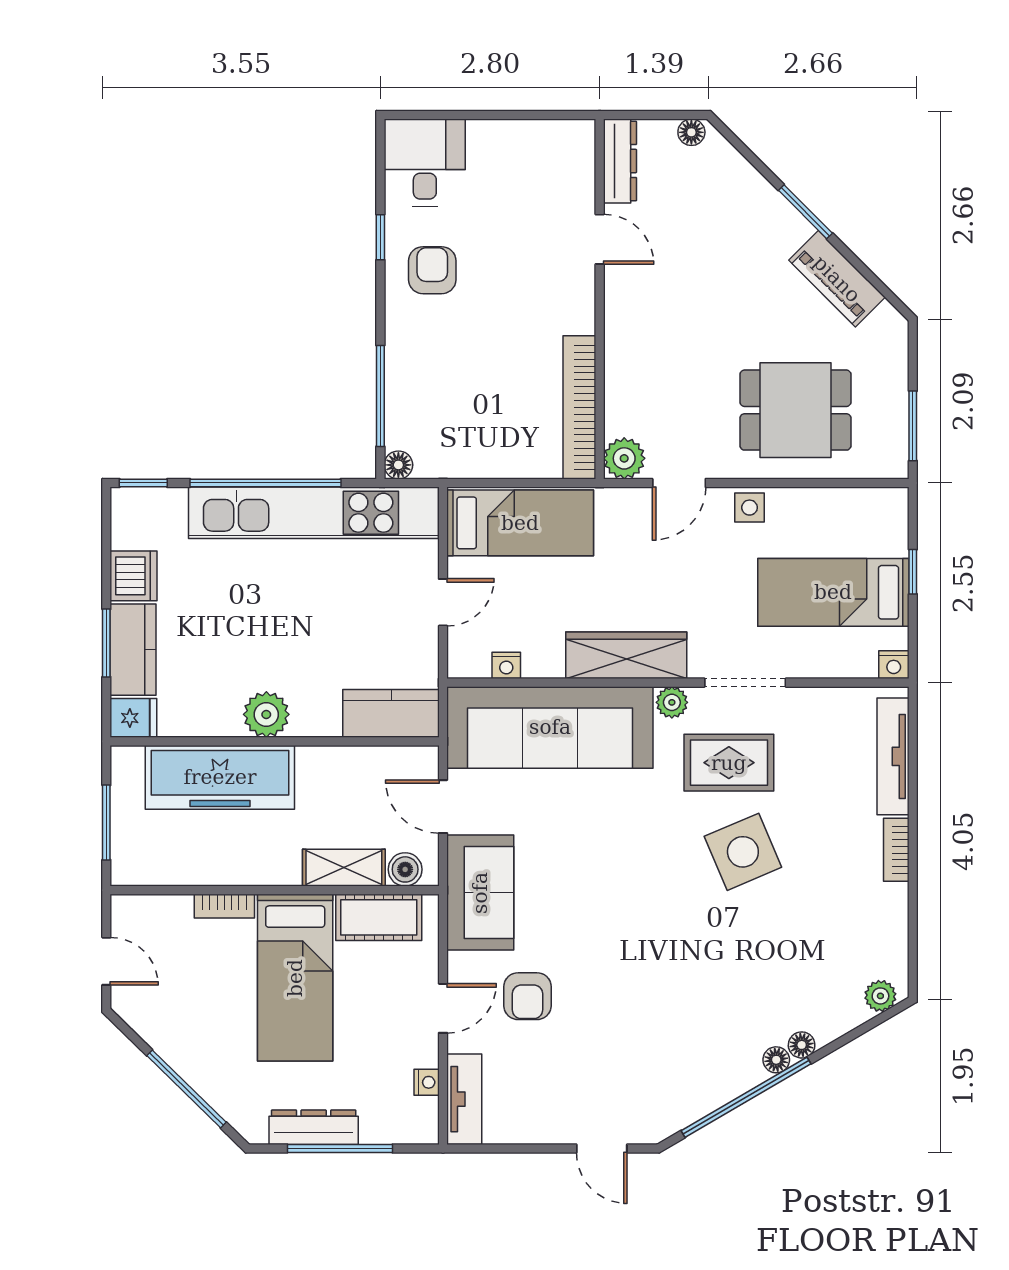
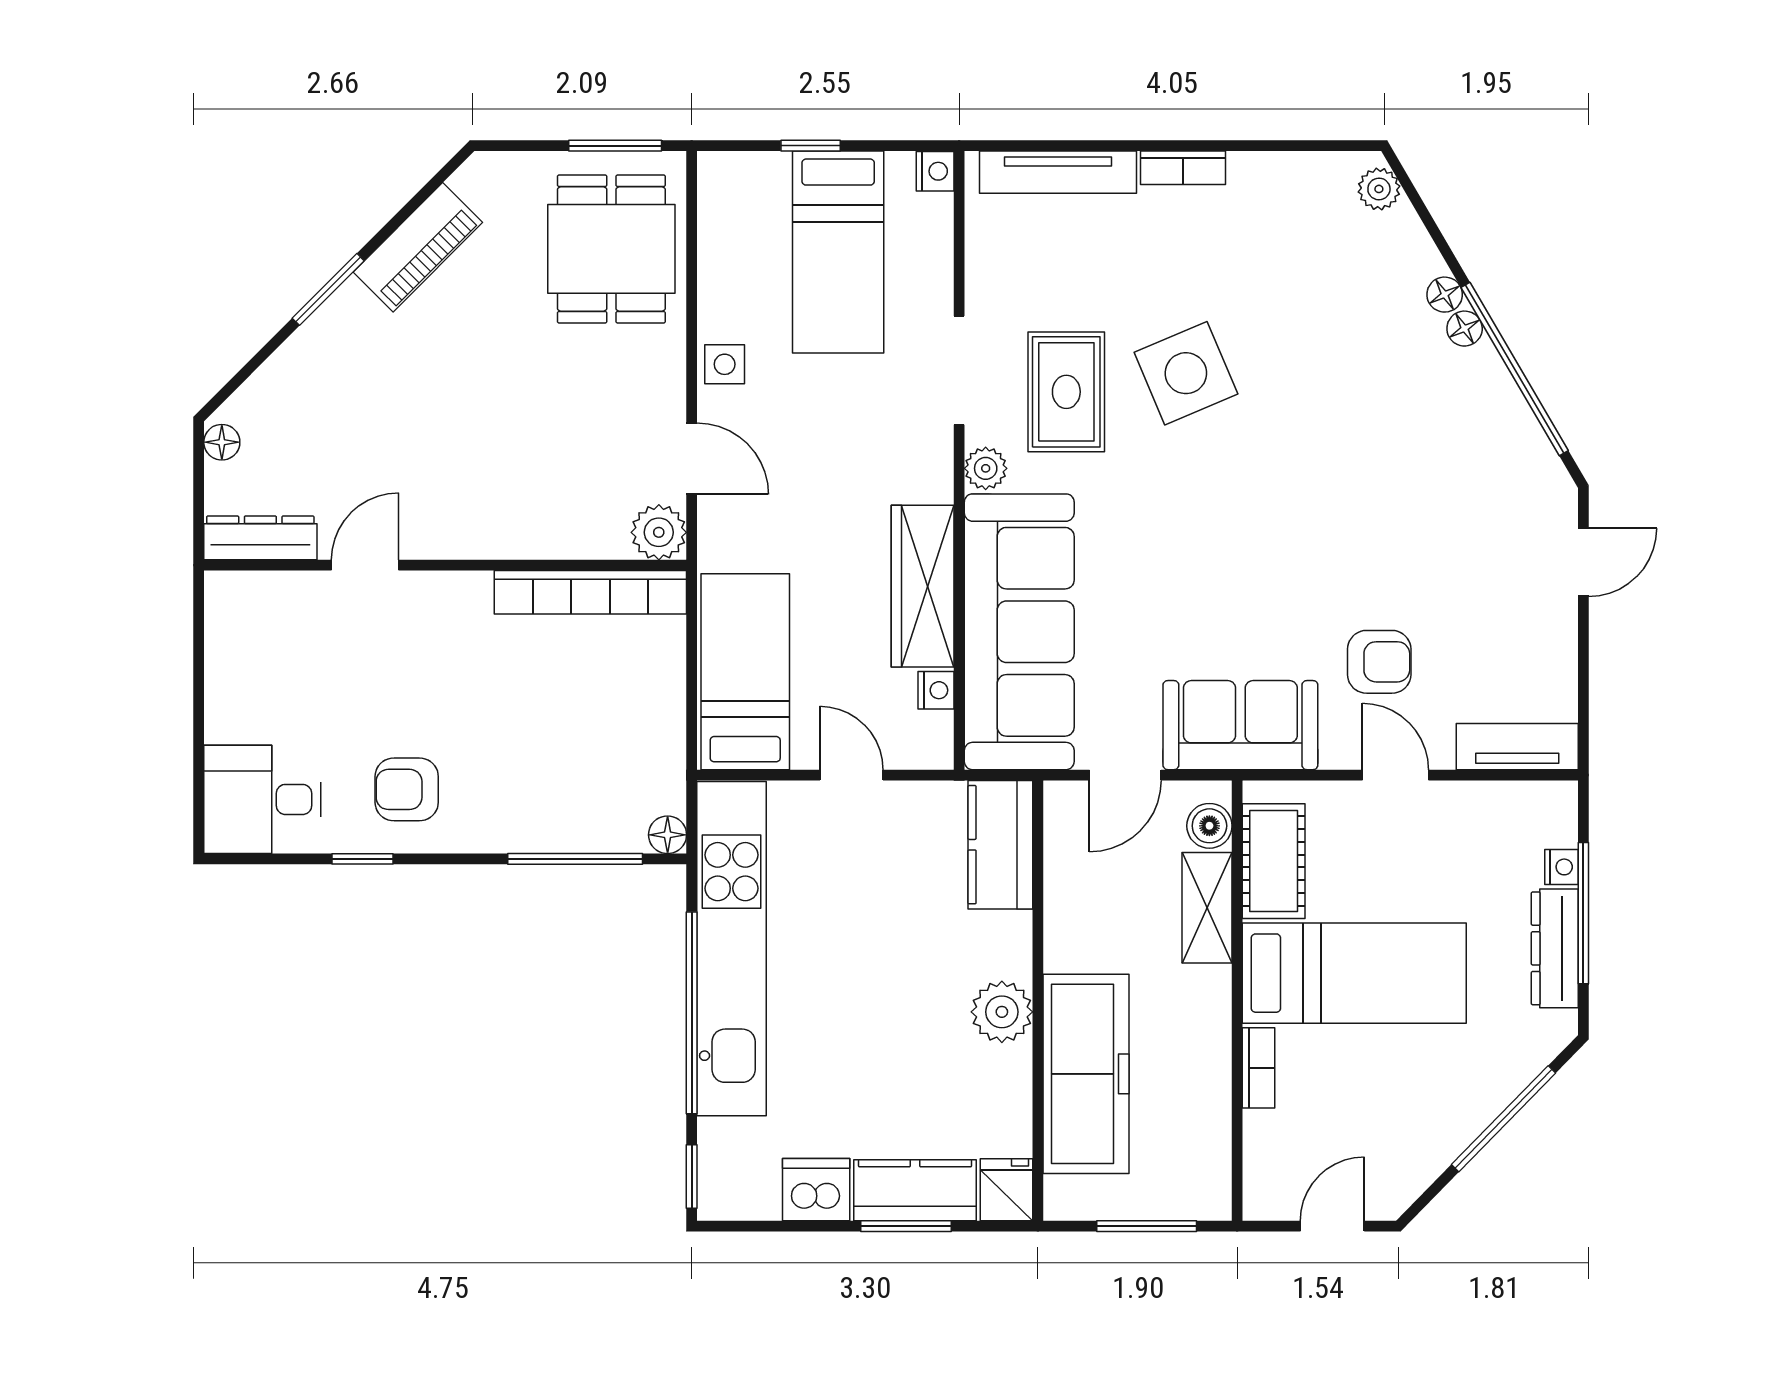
dining table: (795, 410) -> (611, 249), moved
wardrobe: (626, 655) -> (923, 586), moved
nightstand: (427, 1082) -> (1561, 867), moved, turned 90

